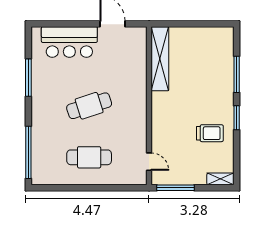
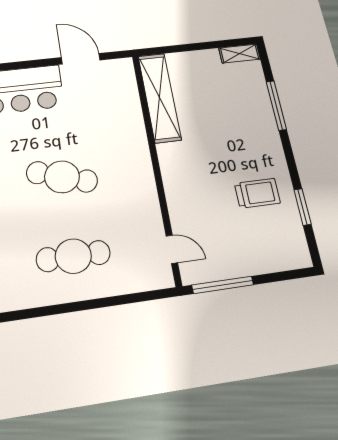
cafe table: (89, 106) -> (62, 177), turned 36
window: (237, 118) -> (302, 207), moved
shelving: (220, 179) -> (240, 54), moved

